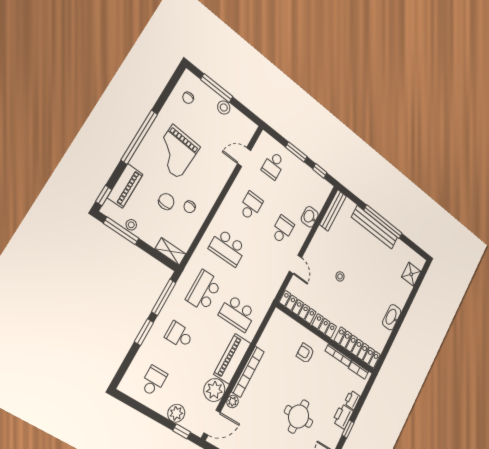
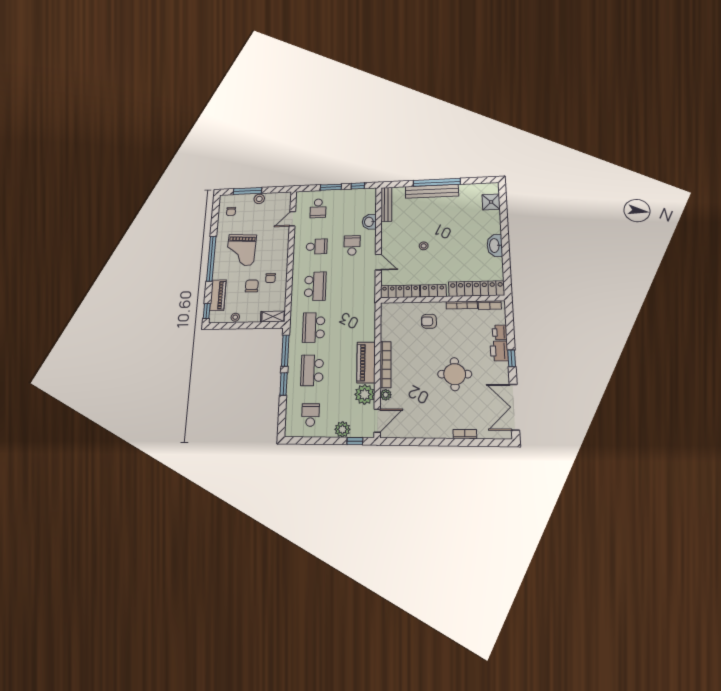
school desk: (251, 206) -> (317, 247), turned 90
window: (121, 231) -> (230, 326), removed
school desk: (228, 248) -> (315, 286), turned -90
school desk: (237, 313) -> (350, 327), removed
school desk: (179, 335) -> (312, 370), width x1.85

